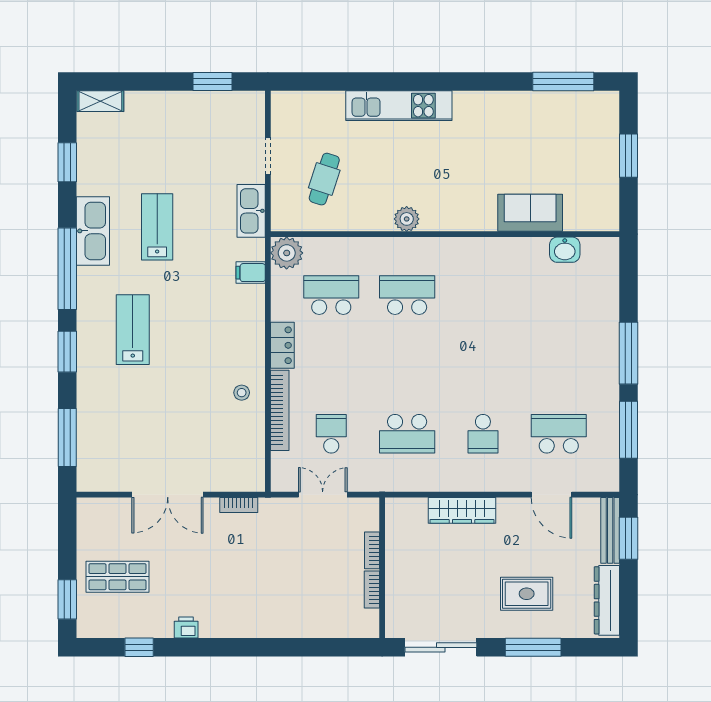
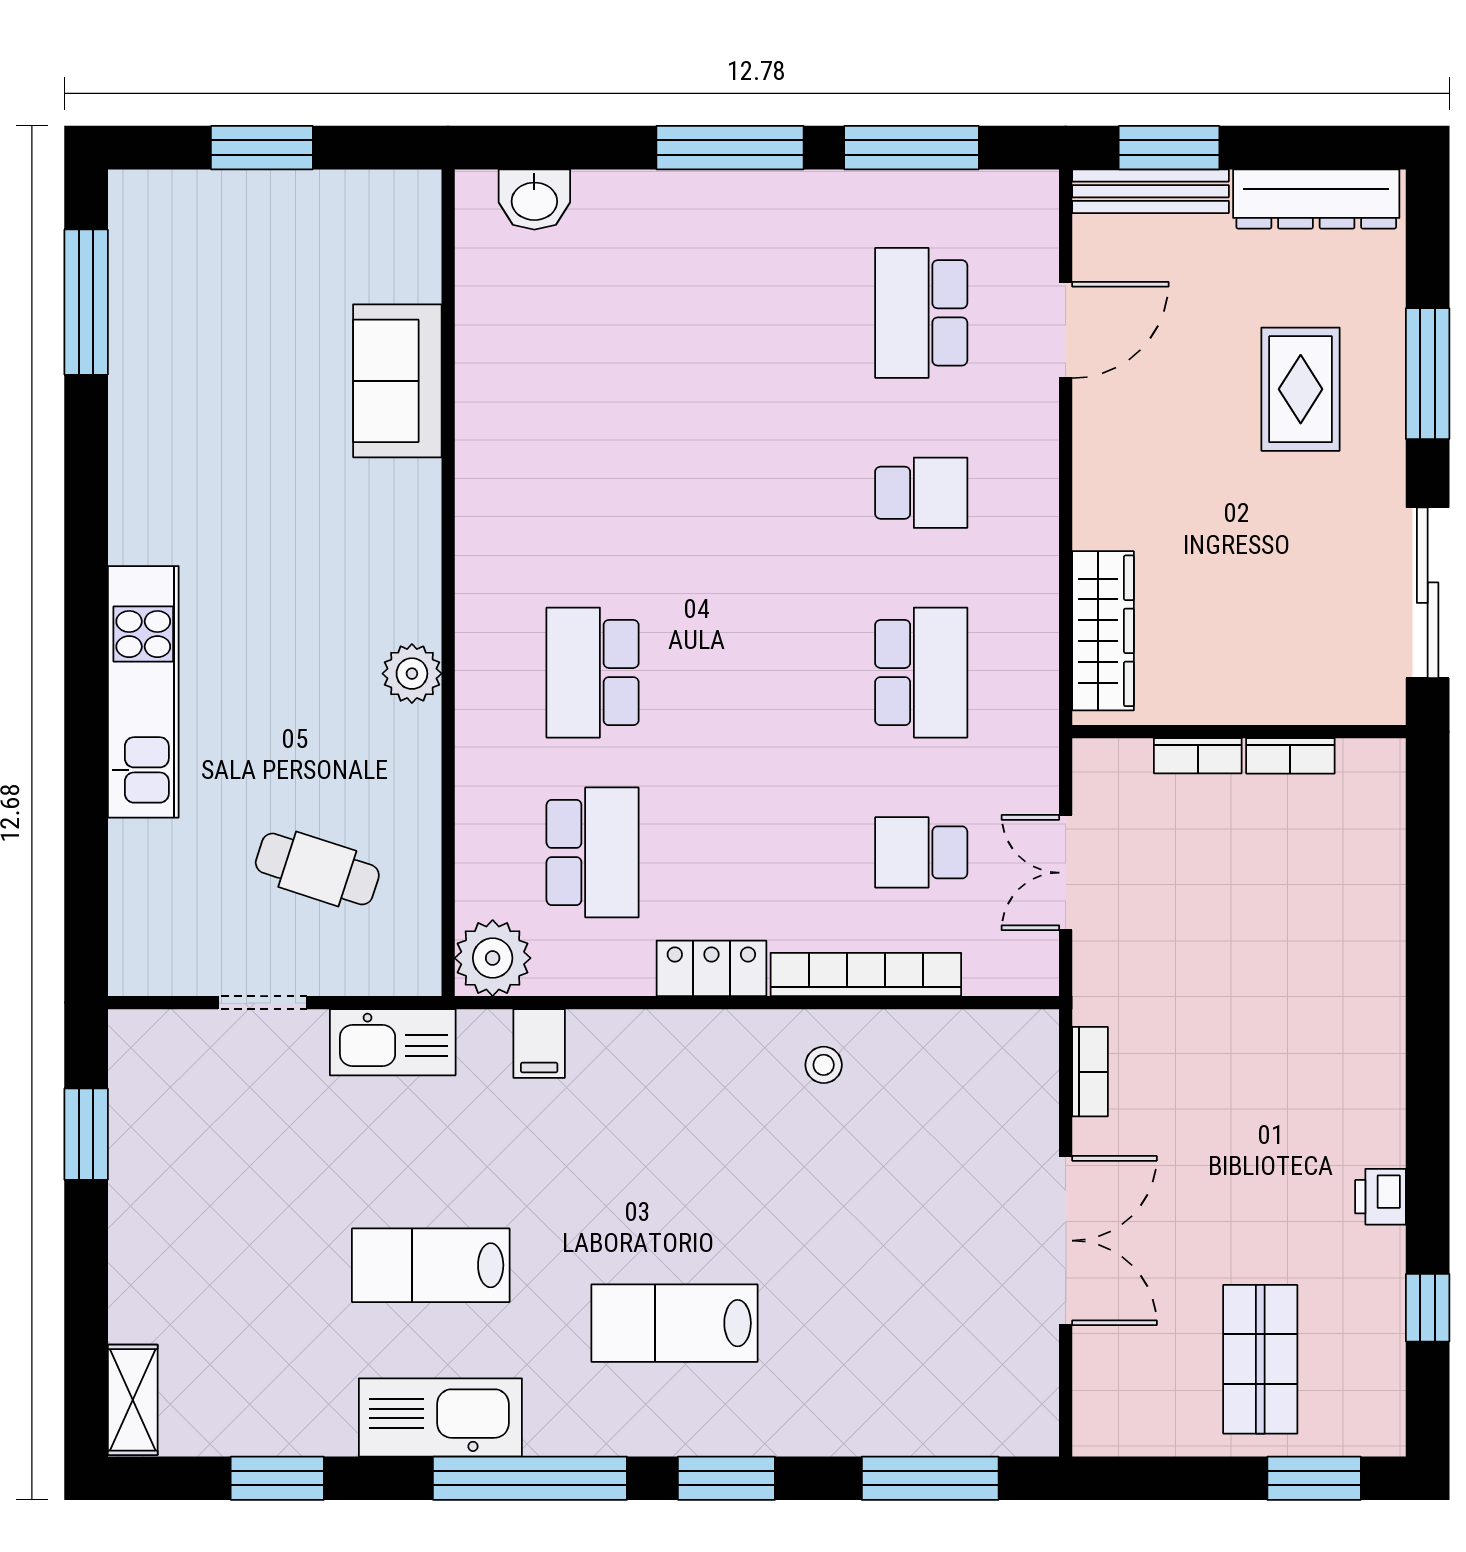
washbasin: (565, 250) -> (534, 199), moved, turned 90
school desk: (331, 295) -> (593, 852), turned 180
wardrobe: (462, 510) -> (1103, 631), moved

